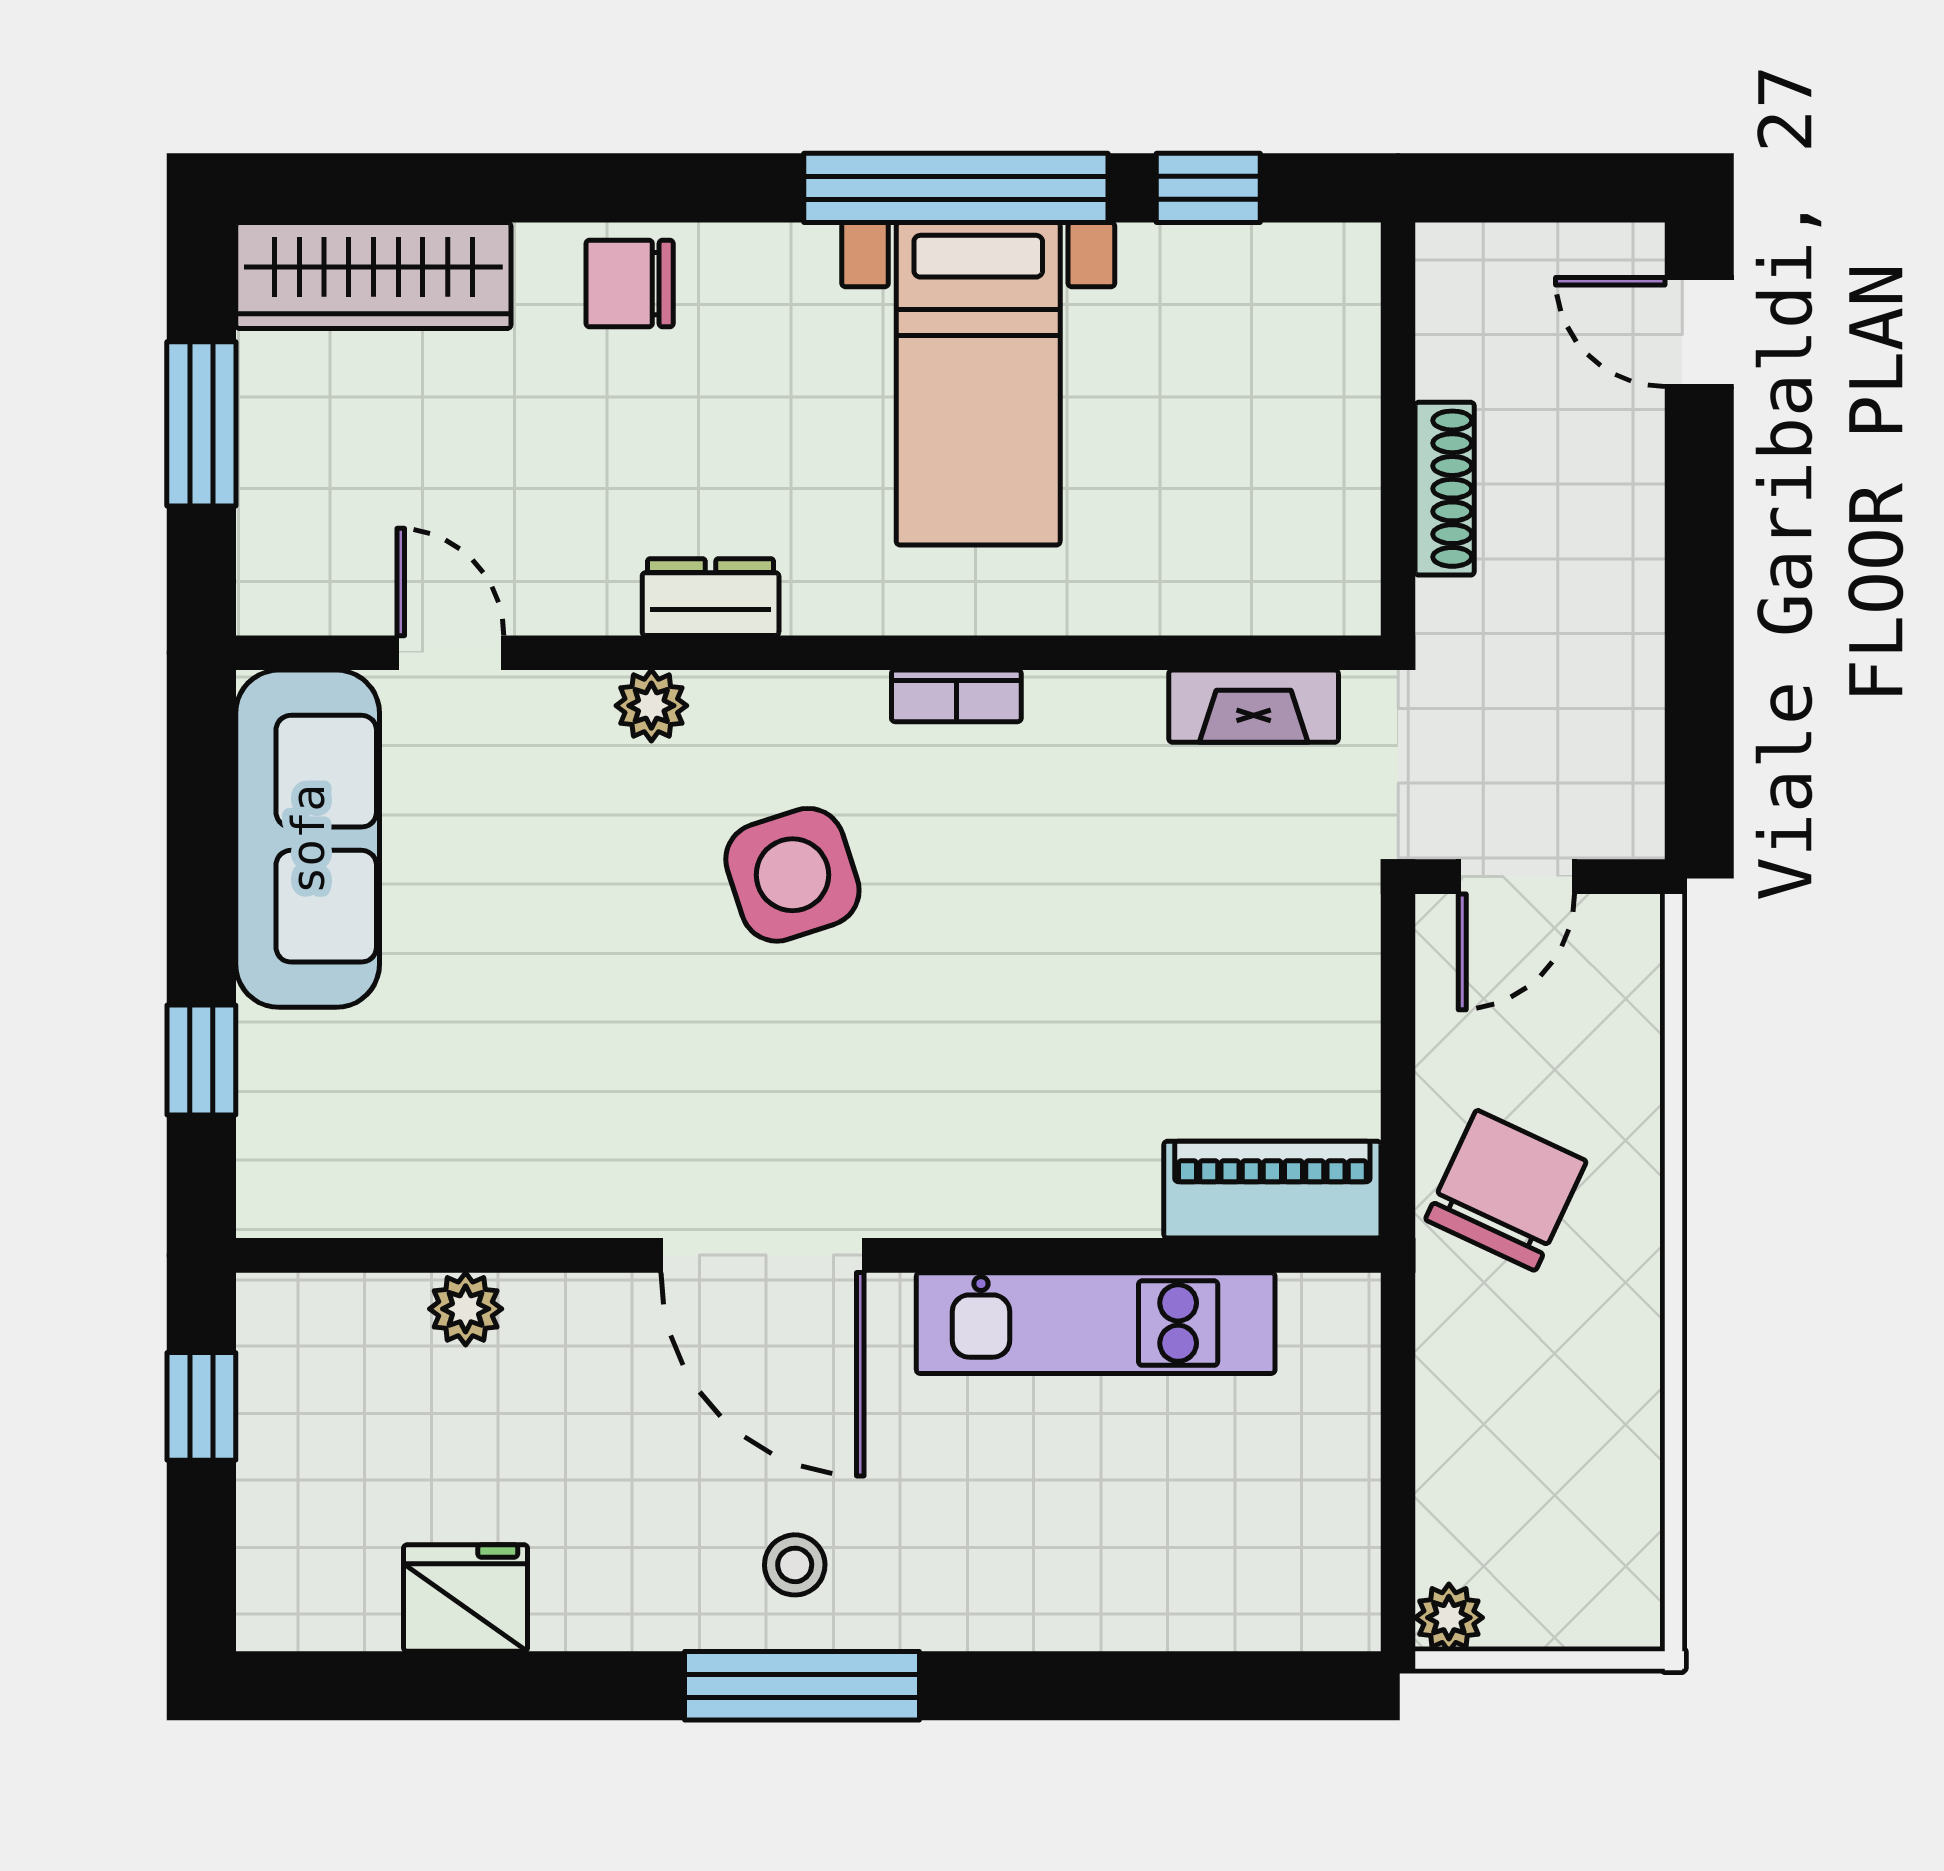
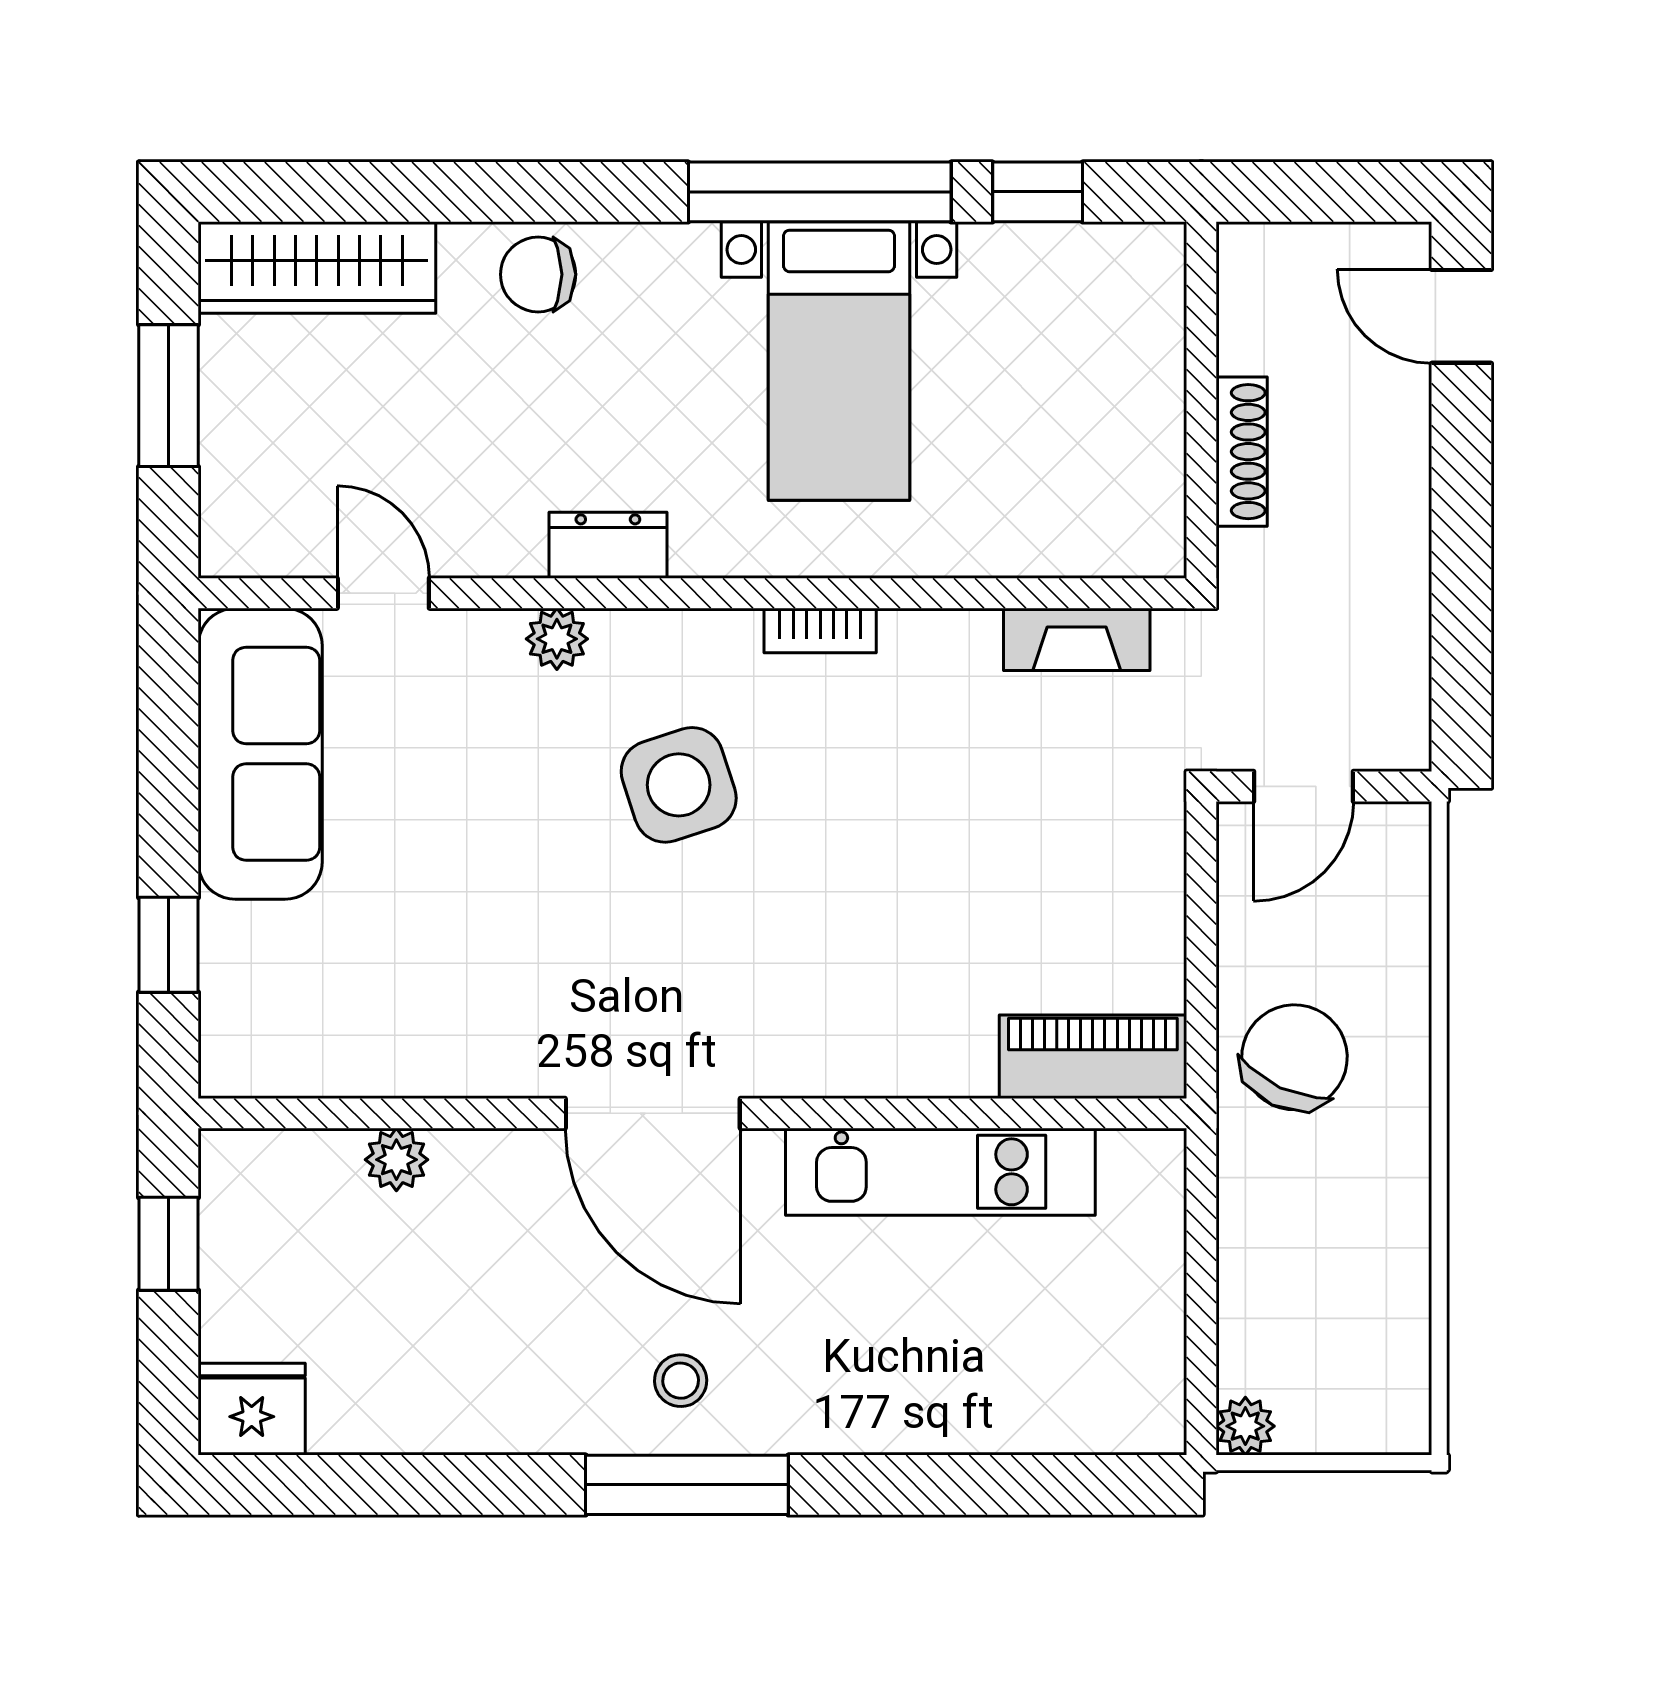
fridge: (466, 1598) -> (252, 1409), moved

